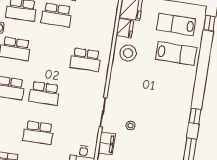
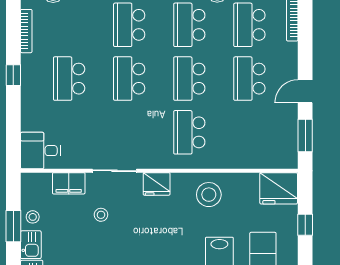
fridge: (125, 28) -> (157, 184), moved
school desk: (50, 54) -> (189, 79), added

